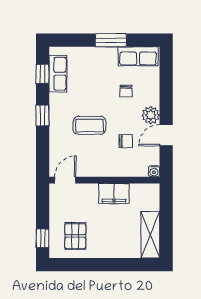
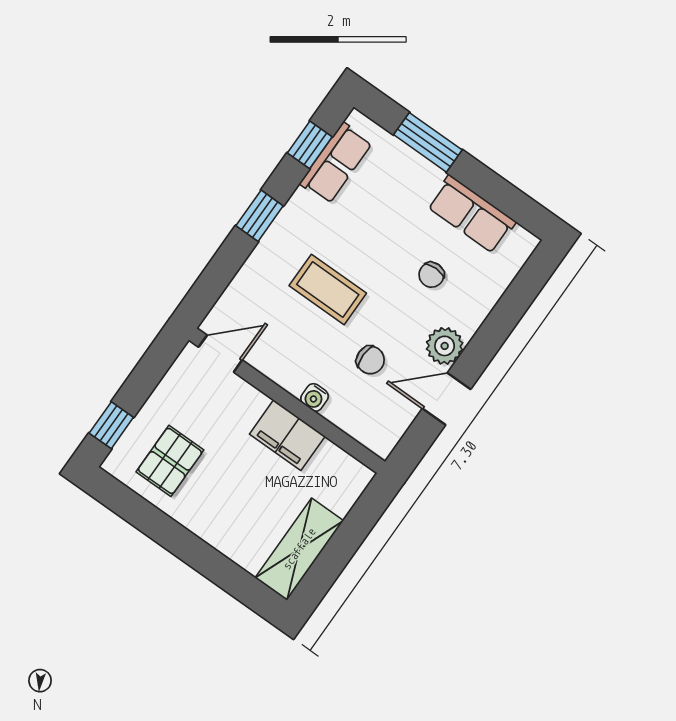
window: (111, 40) -> (428, 142), moved
row of seats: (138, 56) -> (471, 214), moved
water cooler: (154, 171) -> (315, 397), moved

